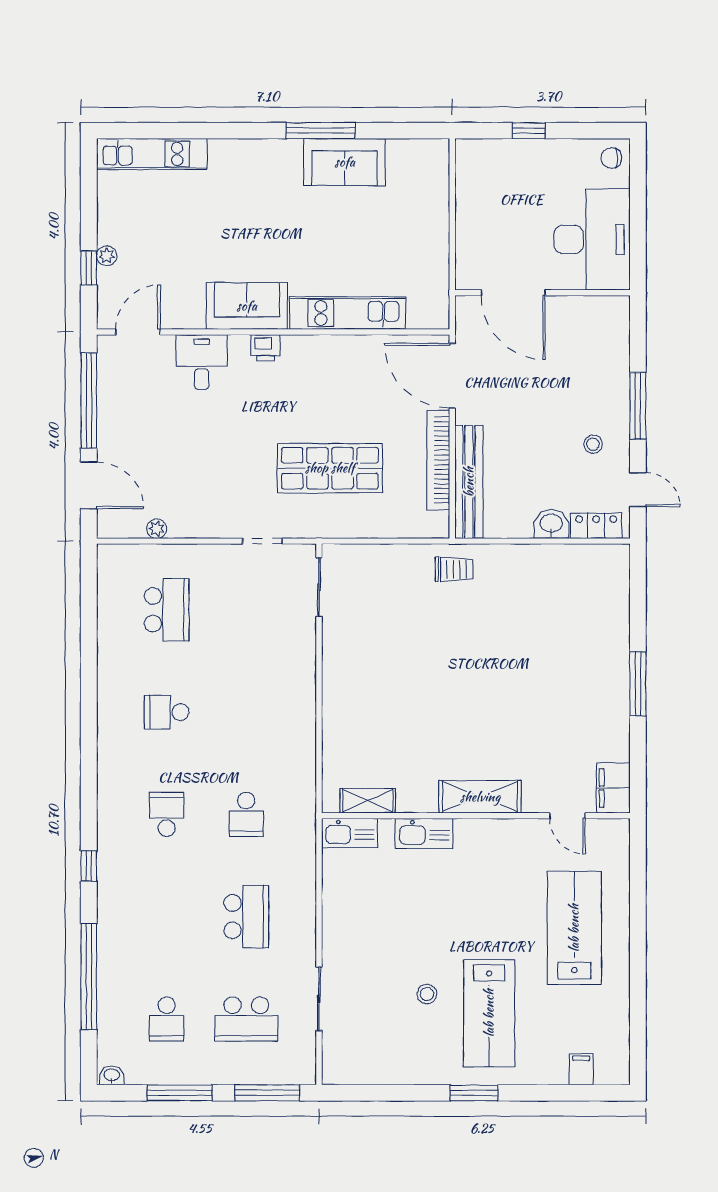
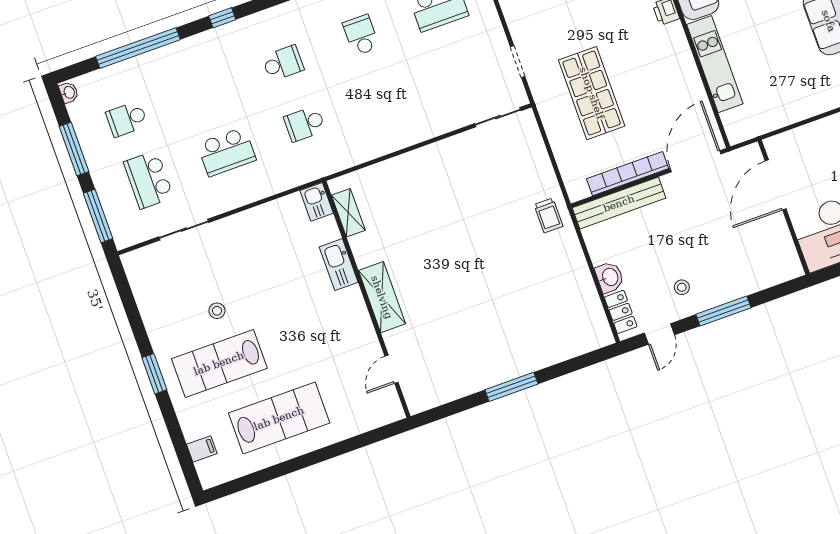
filing cabinet: (613, 788) -> (425, 397), removed
kitchen sink: (349, 833) -> (317, 202), width x0.73
lab bench: (574, 928) -> (279, 418), moved

